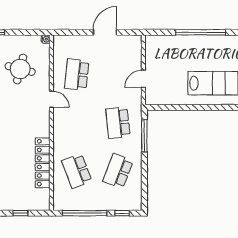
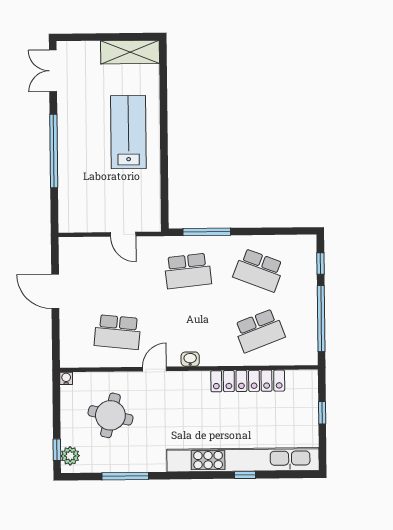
washbasin: (58, 124) -> (190, 359), added

